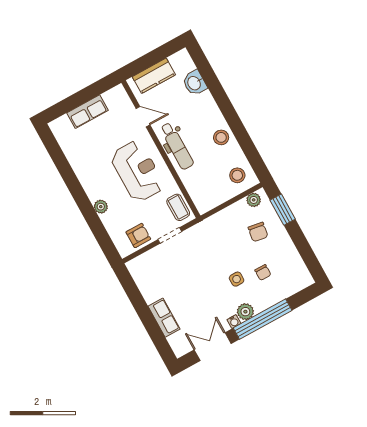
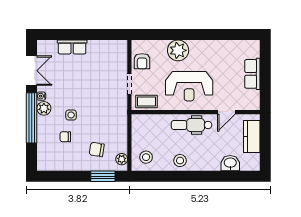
plant: (101, 207) -> (178, 50), width x1.88, depth x1.88

